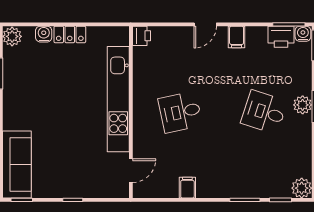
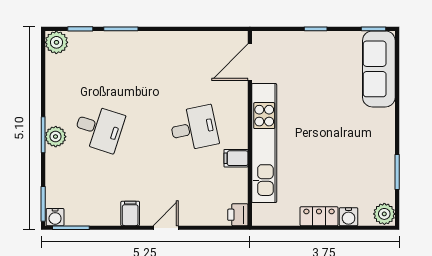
printer: (281, 37) -> (80, 214), removed
door: (131, 171) -> (250, 62), width x1.38
filing cabinet: (187, 188) -> (236, 158), moved, turned 90

